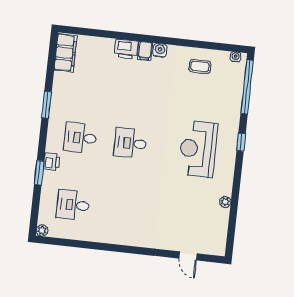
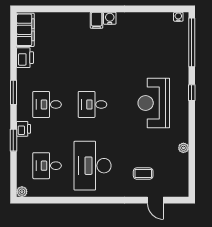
printer: (126, 49) -> (25, 58), moved, turned -90
coffee table: (200, 66) -> (143, 174), moved
window: (47, 105) -> (13, 92), moved
desk: (123, 210) -> (93, 166), added

